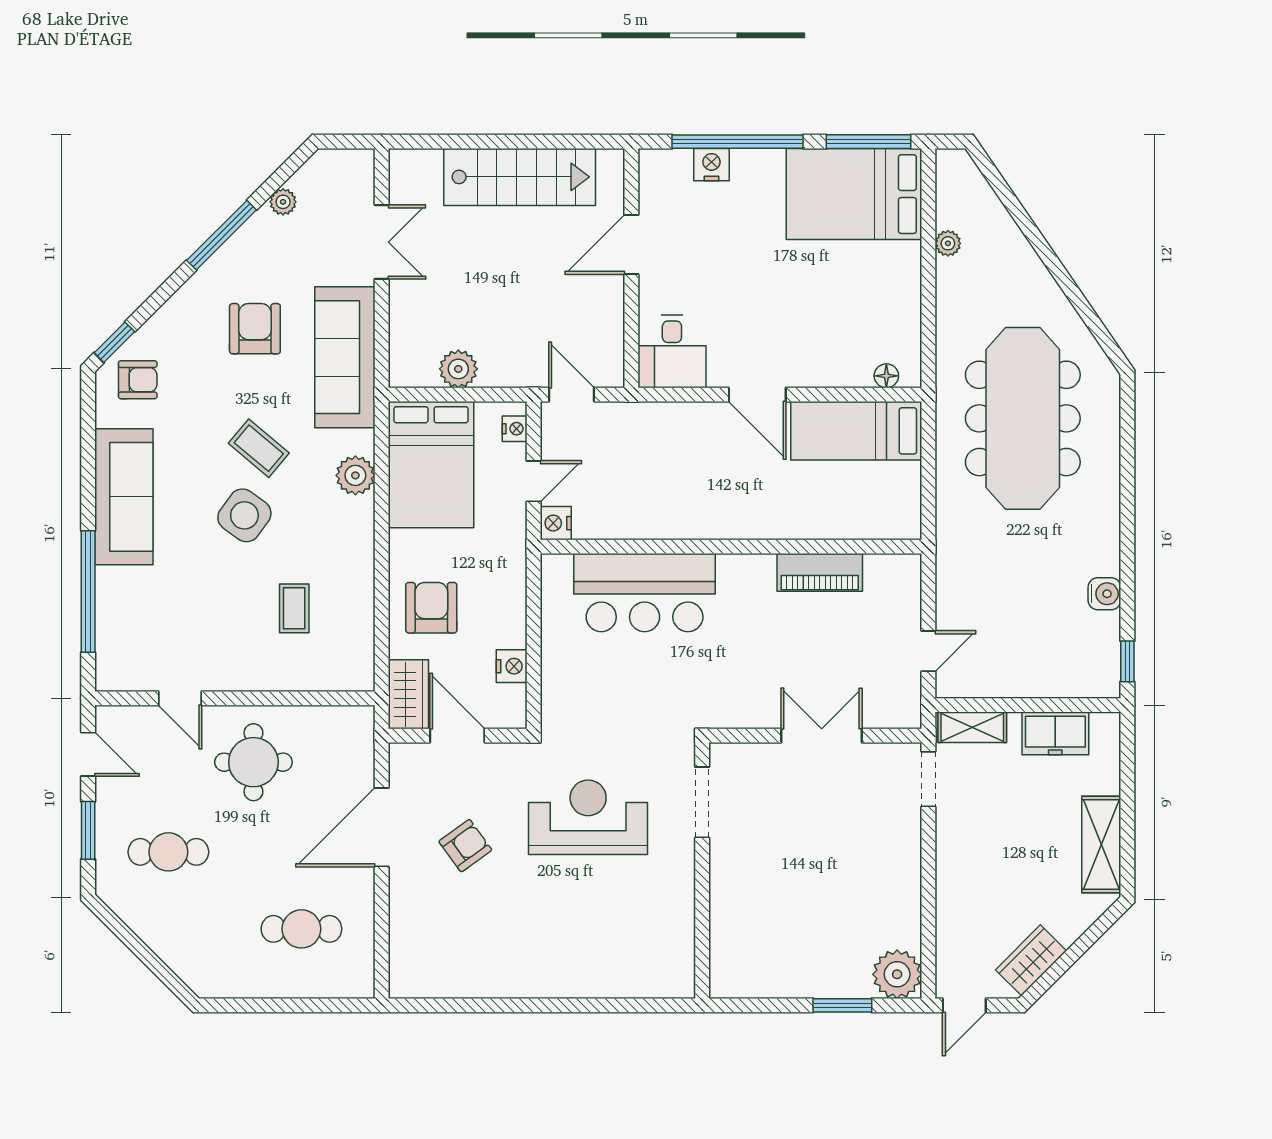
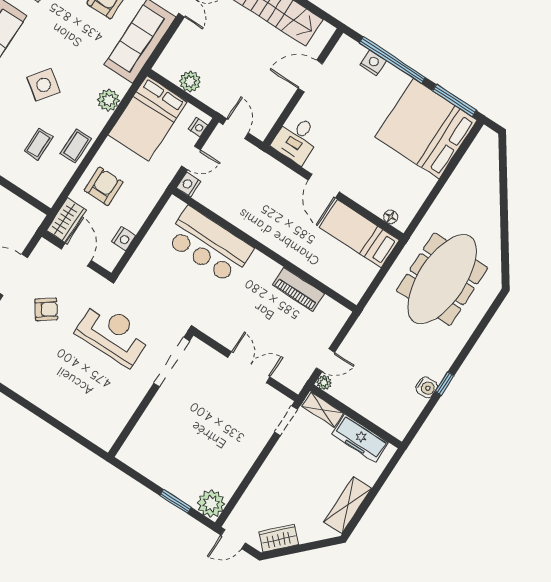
bed: (854, 194) -> (426, 129), width x1.36
plant: (948, 243) -> (324, 383), moved
coffee table: (259, 448) -> (76, 146), moved, turned 50
window: (1127, 661) -> (445, 383), moved
freezer: (1055, 733) -> (360, 438), width x1.40
doorway: (702, 802) -> (172, 362), width x1.36

